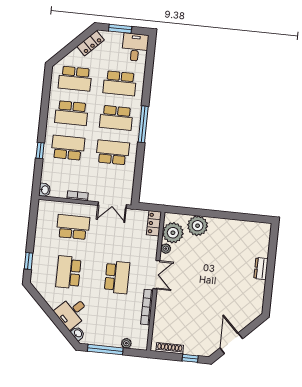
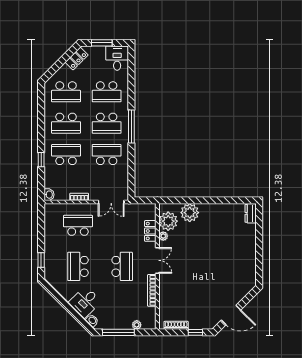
locker: (154, 223) -> (150, 231), moved
dresser: (261, 269) -> (251, 213), moved
door: (231, 343) -> (231, 315), swing flipped

